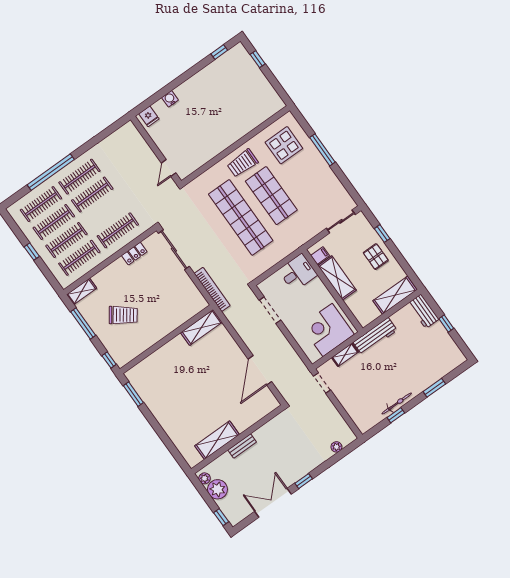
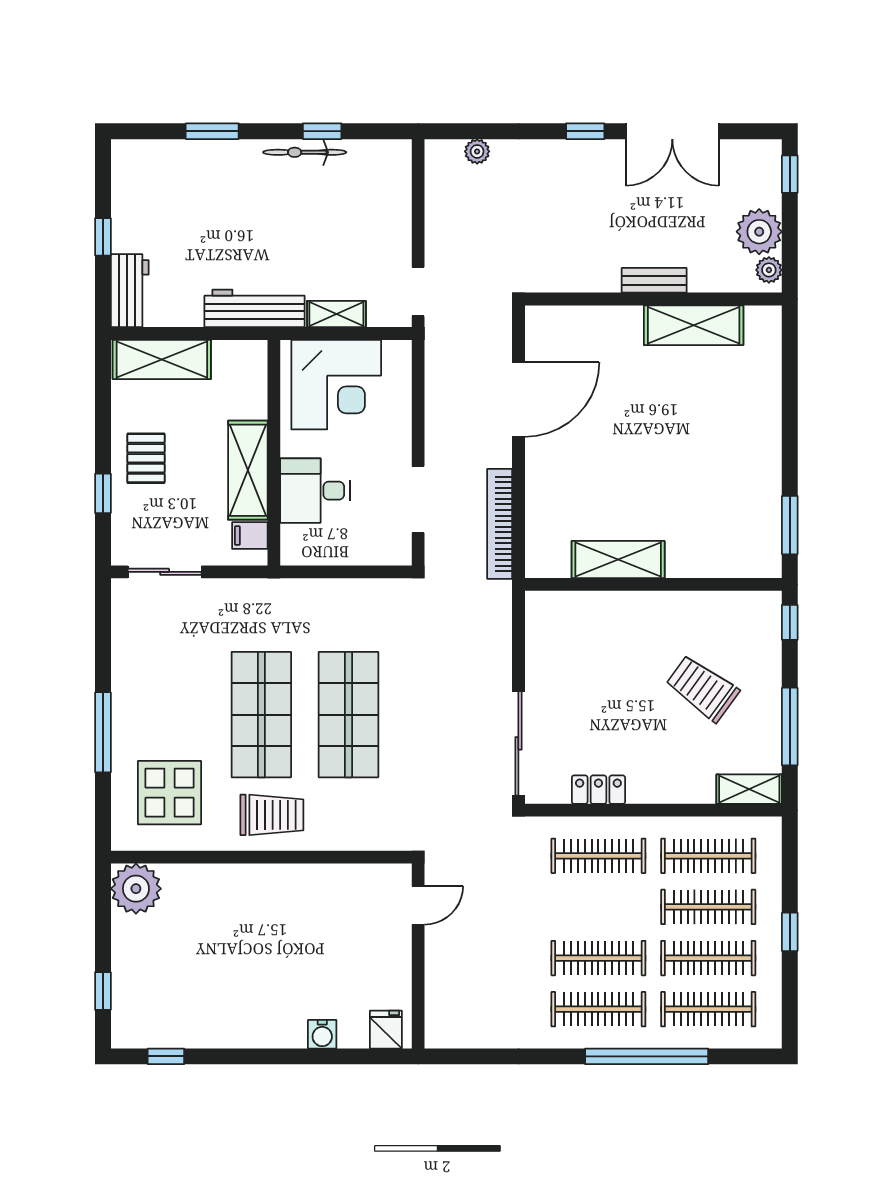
plant: (272, 103) -> (136, 889), added
shop shelf: (241, 217) -> (349, 715), width x0.71
desk: (298, 273) -> (315, 491), moved
bookcase: (212, 289) -> (500, 524), moved
shelving: (201, 327) -> (618, 560), moved

